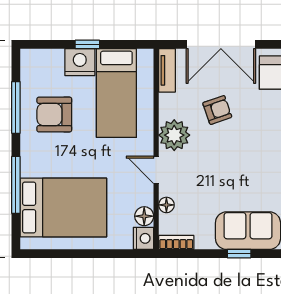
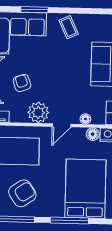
armchair: (54, 115) -> (22, 193), turned -124

